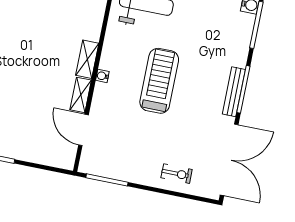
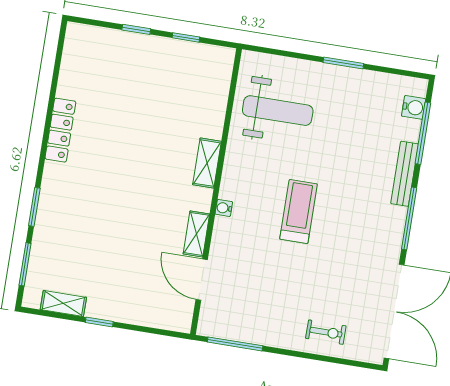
shelving: (87, 59) -> (207, 163), moved
treadmill: (159, 81) -> (298, 212), width x0.73, depth x0.73
bench: (234, 92) -> (405, 174), moved

